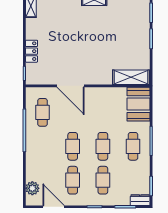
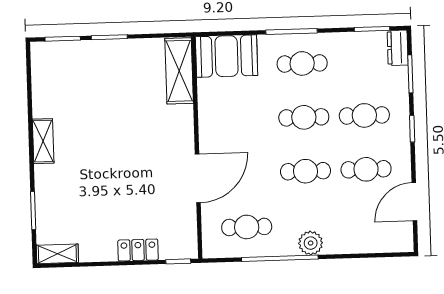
plant: (32, 188) -> (311, 243), moved

